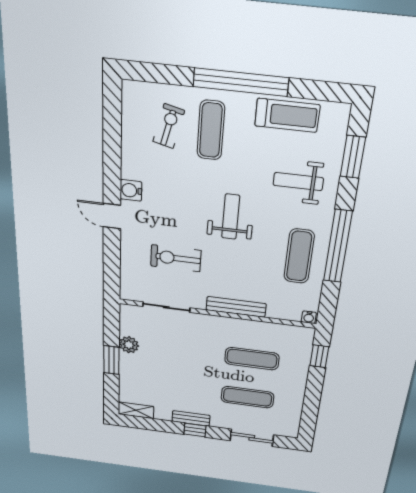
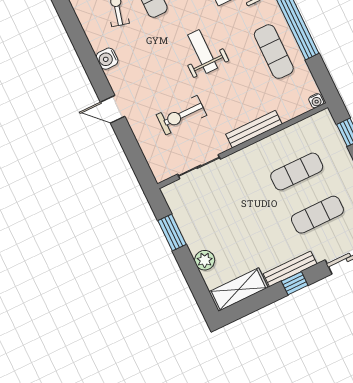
water cooler: (131, 190) -> (107, 59), moved
plant: (129, 345) -> (205, 260), moved
window: (111, 360) -> (172, 233), moved
shelving: (136, 410) -> (239, 290), width x1.50, depth x1.33
bench: (191, 418) -> (290, 269), width x1.36

